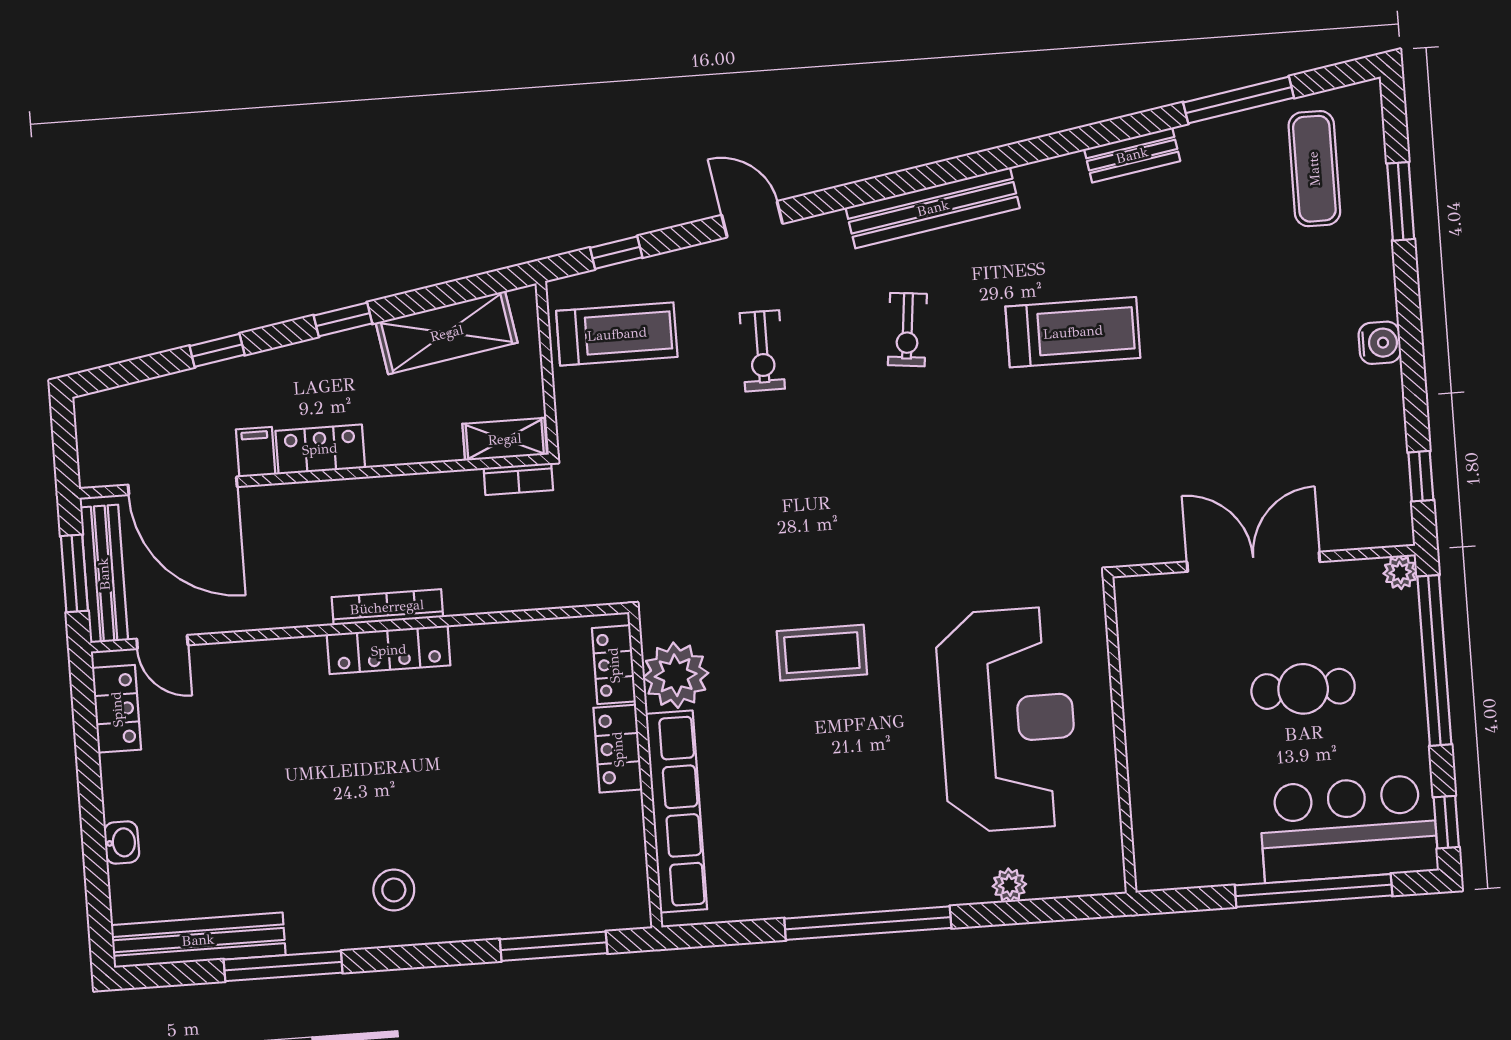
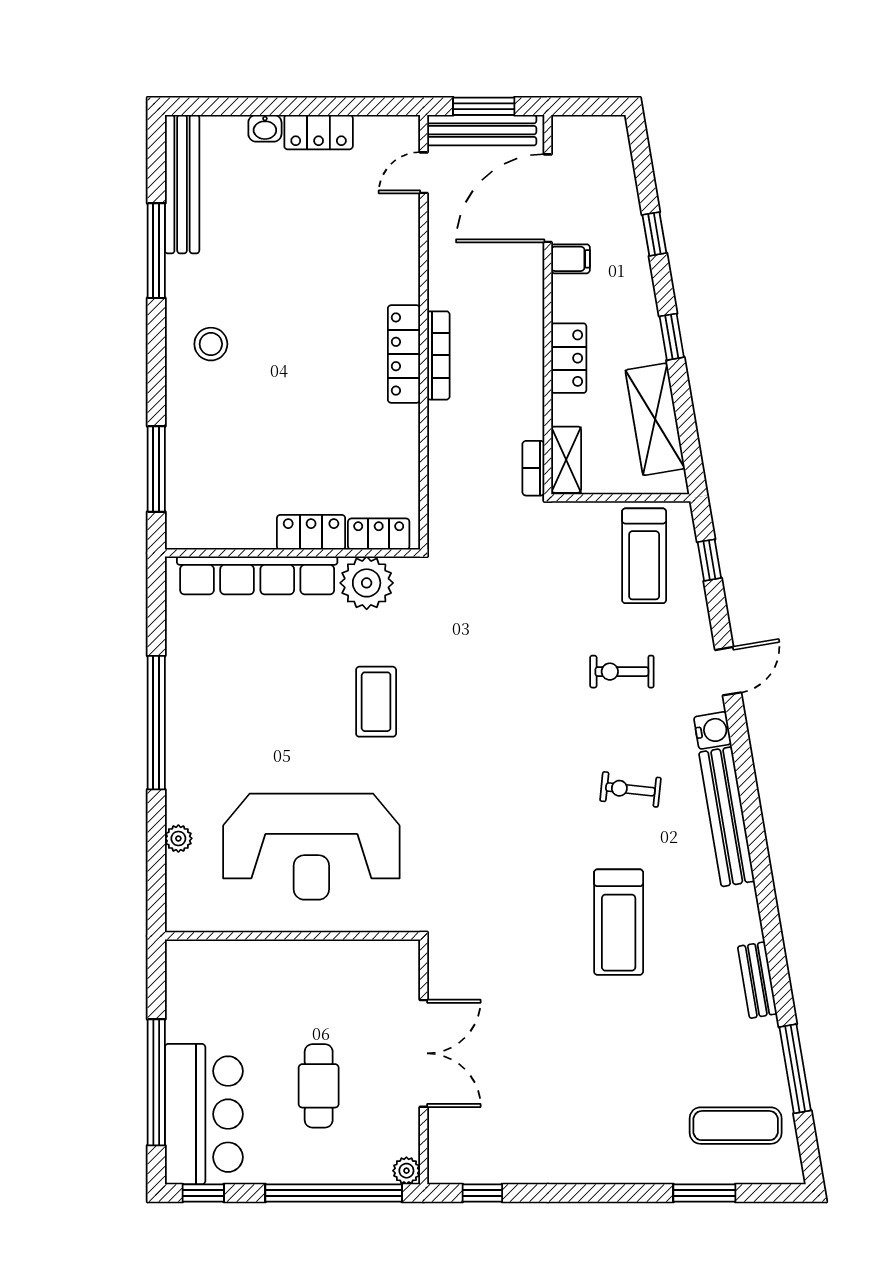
water cooler: (1380, 343) -> (713, 730), moved, turned -100
locker: (320, 449) -> (569, 358), moved
locker: (117, 709) -> (319, 132), moved

